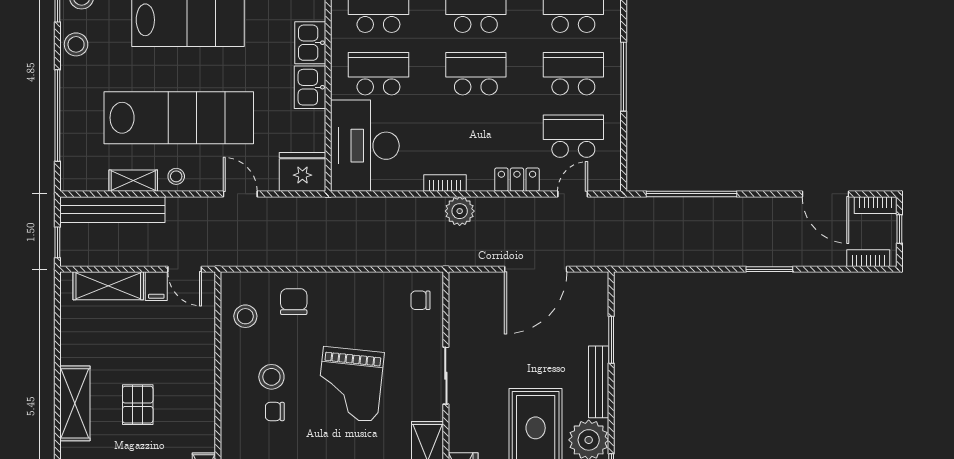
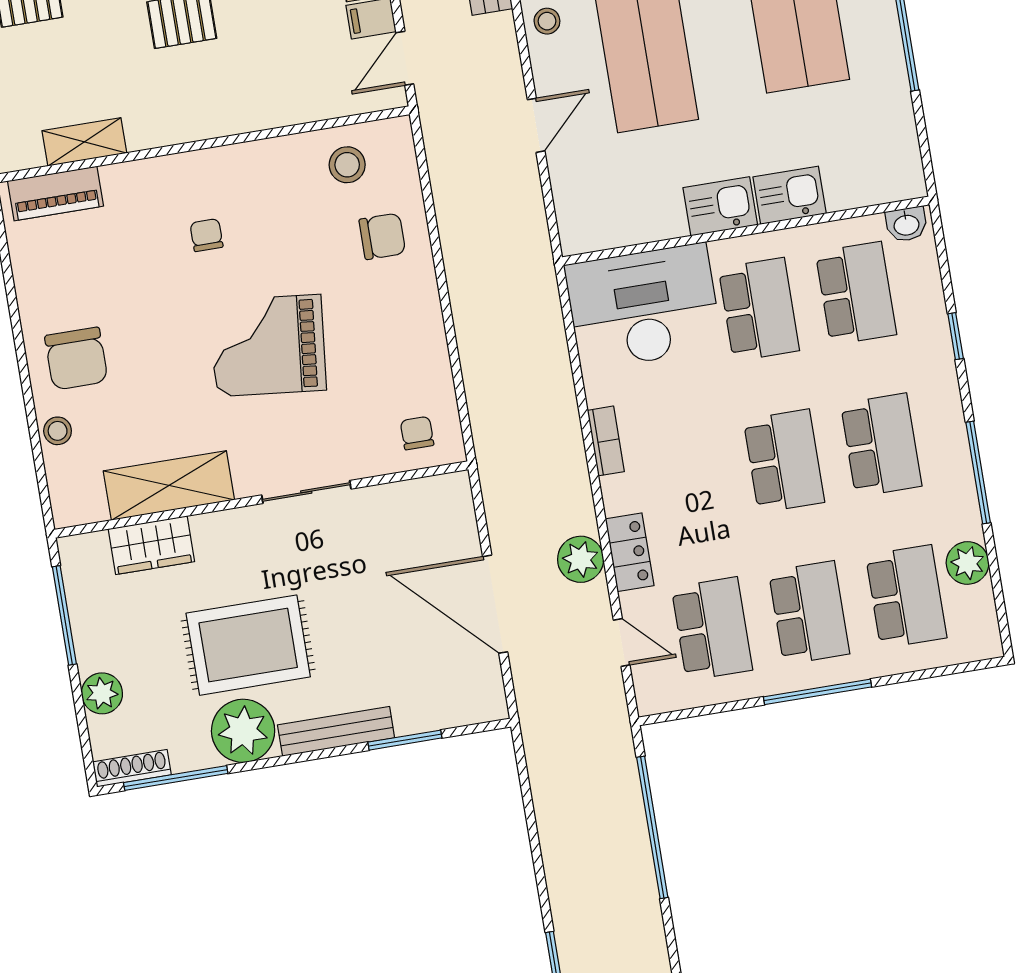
fridge: (302, 172) -> (586, 216), removed
plant: (460, 211) -> (581, 559), moved
stool: (271, 377) -> (260, 221), removed

